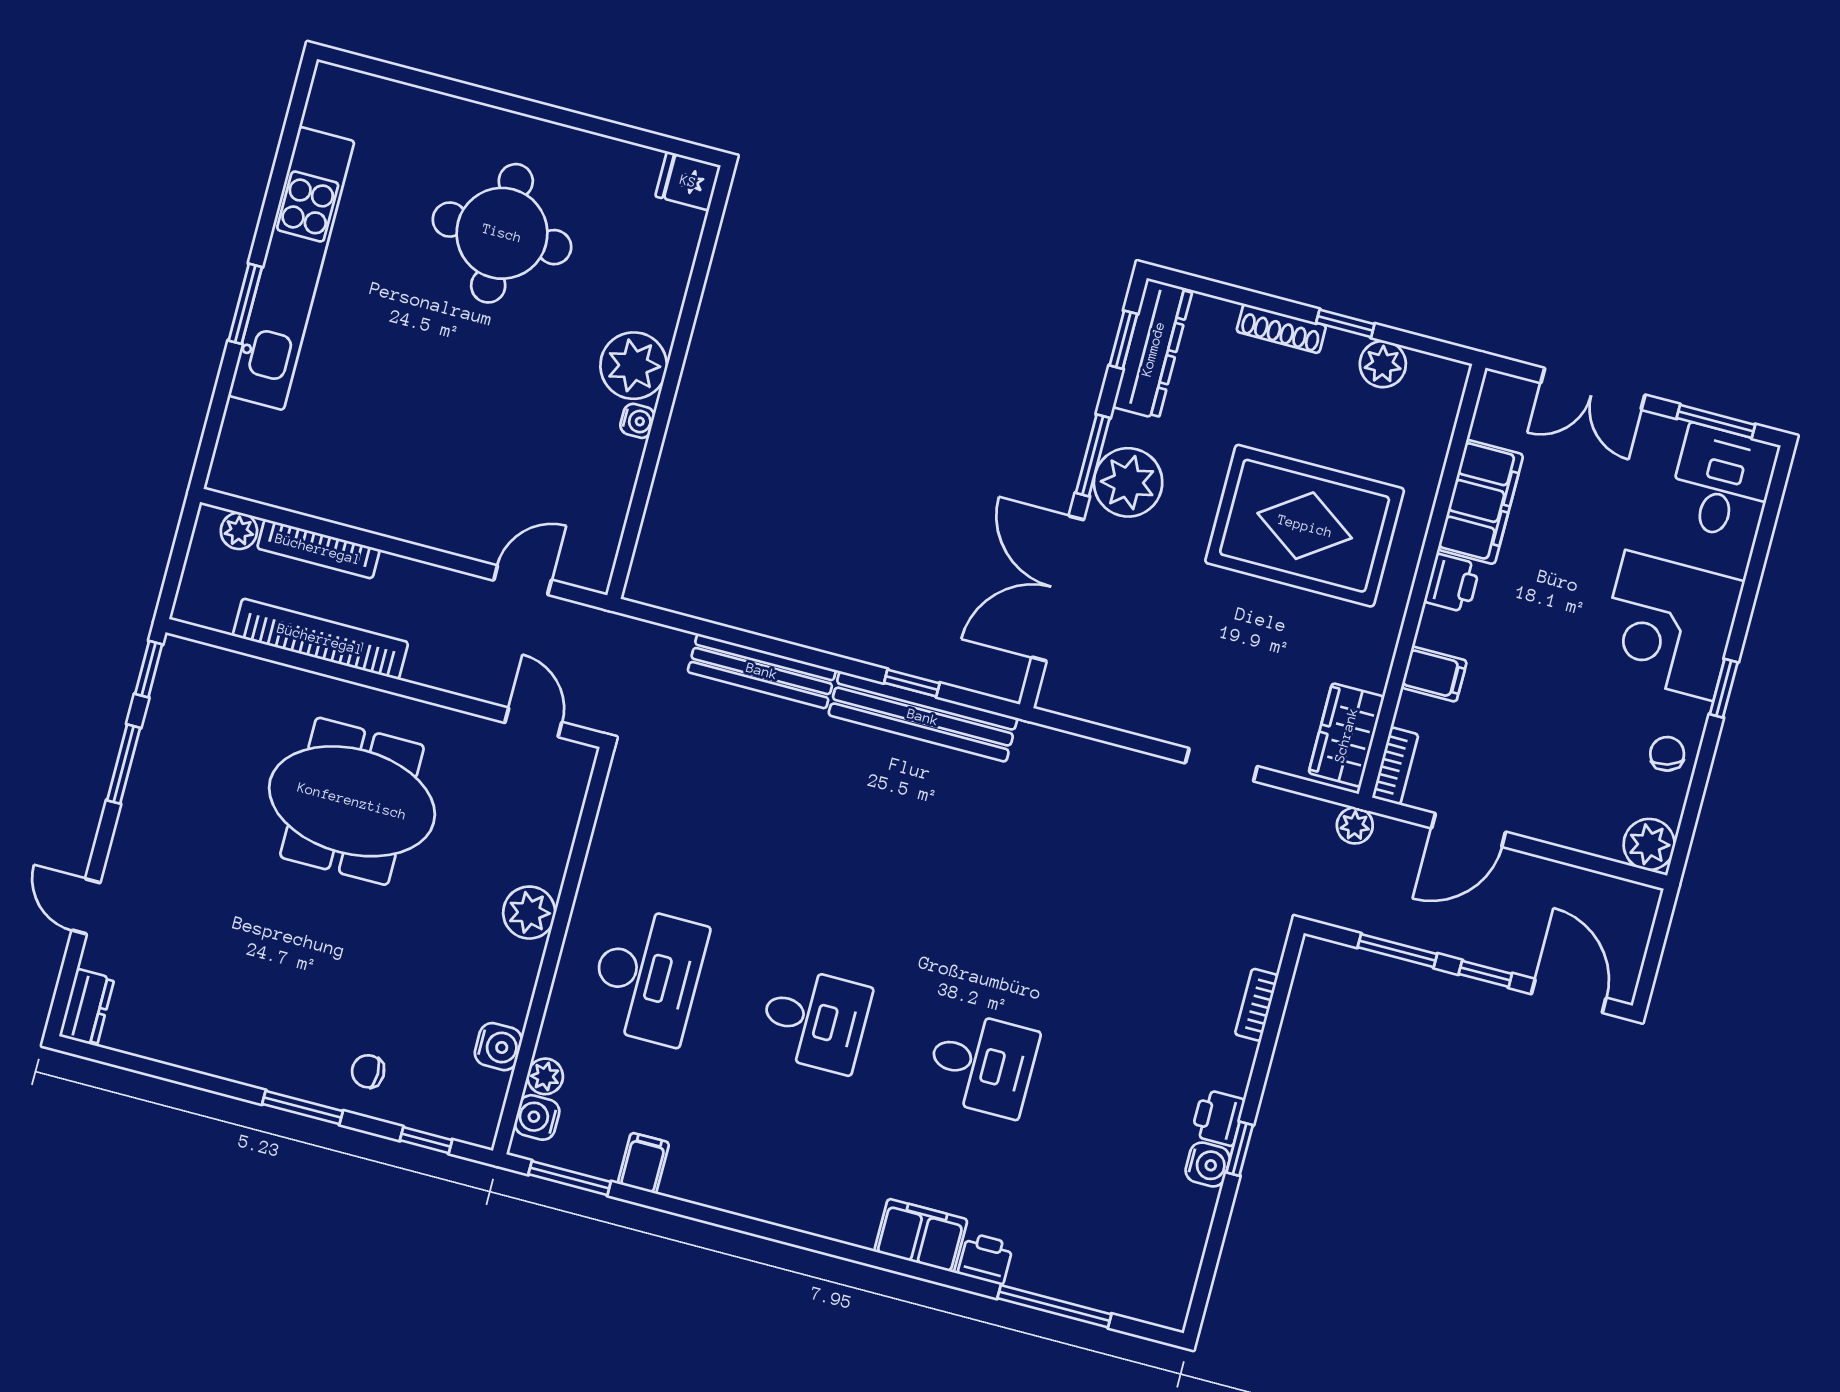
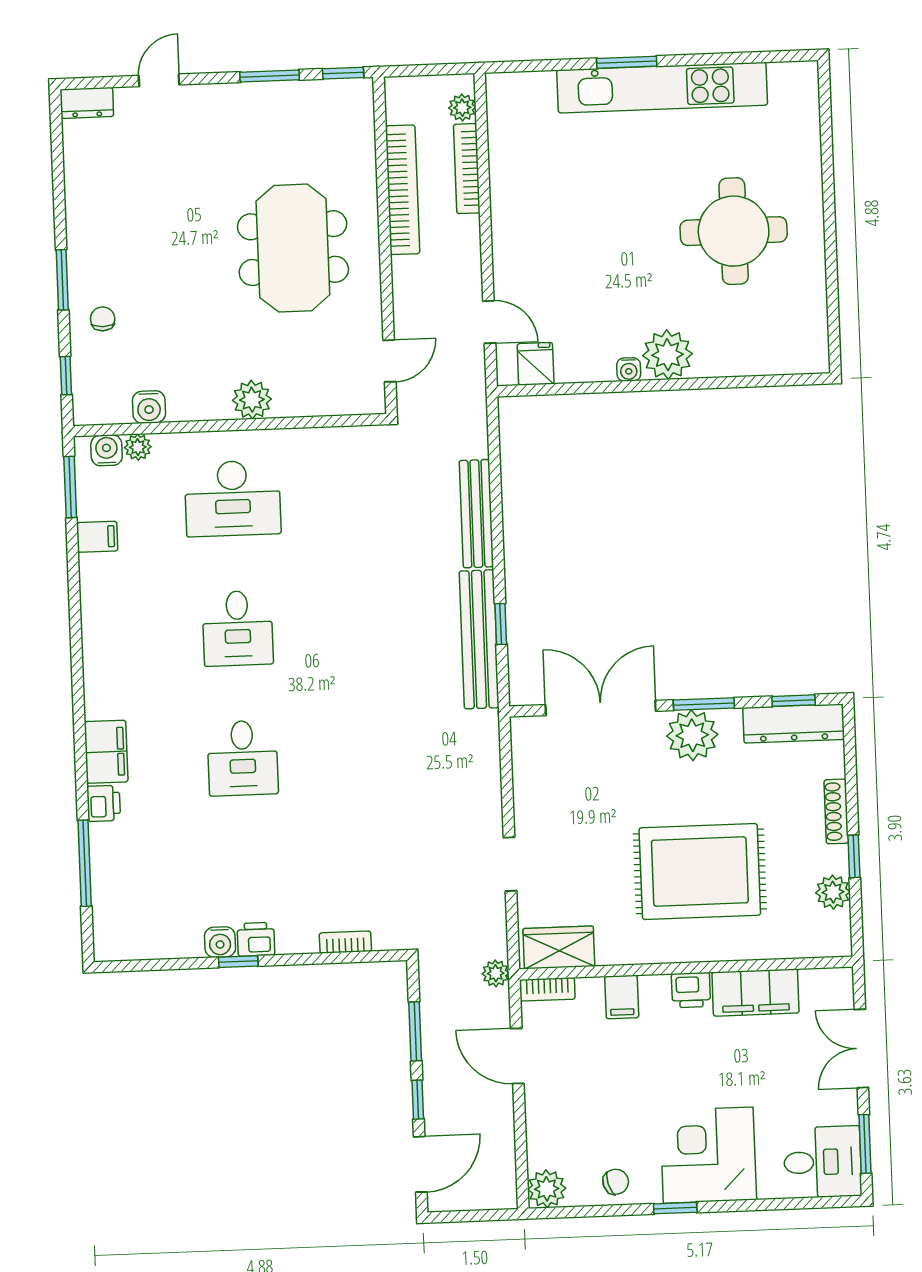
fridge: (688, 181) -> (536, 364), moved
rug: (1305, 526) -> (700, 871), turned 90

